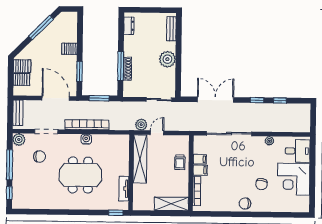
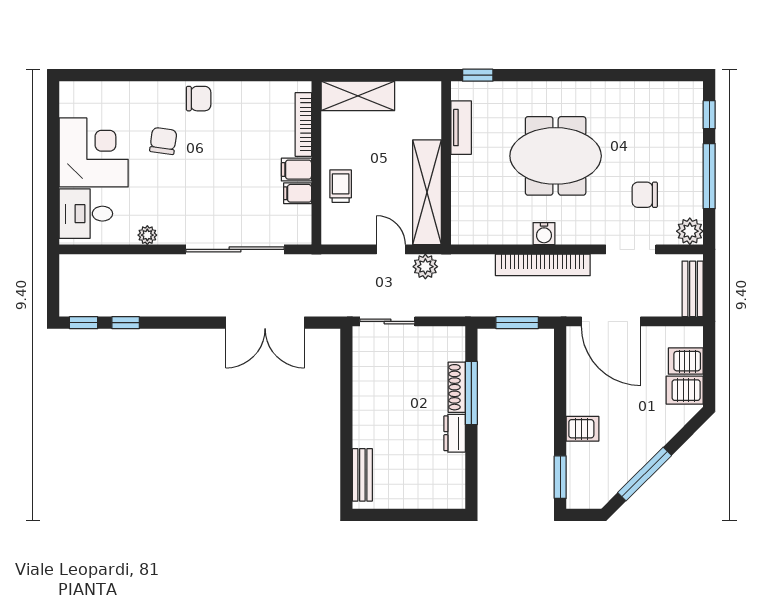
dresser: (129, 26) -> (455, 433), moved
plant: (167, 59) -> (370, 409), removed
window: (80, 71) -> (560, 477), moved
window: (257, 100) -> (84, 323), moved
door: (157, 133) -> (391, 249), swing flipped

